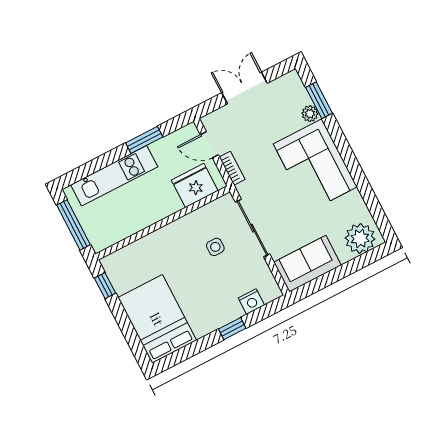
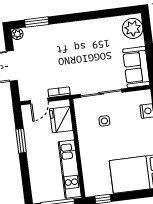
plant: (310, 114) -> (17, 34), moved
corner sofa: (315, 165) -> (77, 40), removed
kitchen unit: (114, 176) -> (70, 169), moved, turned 180

